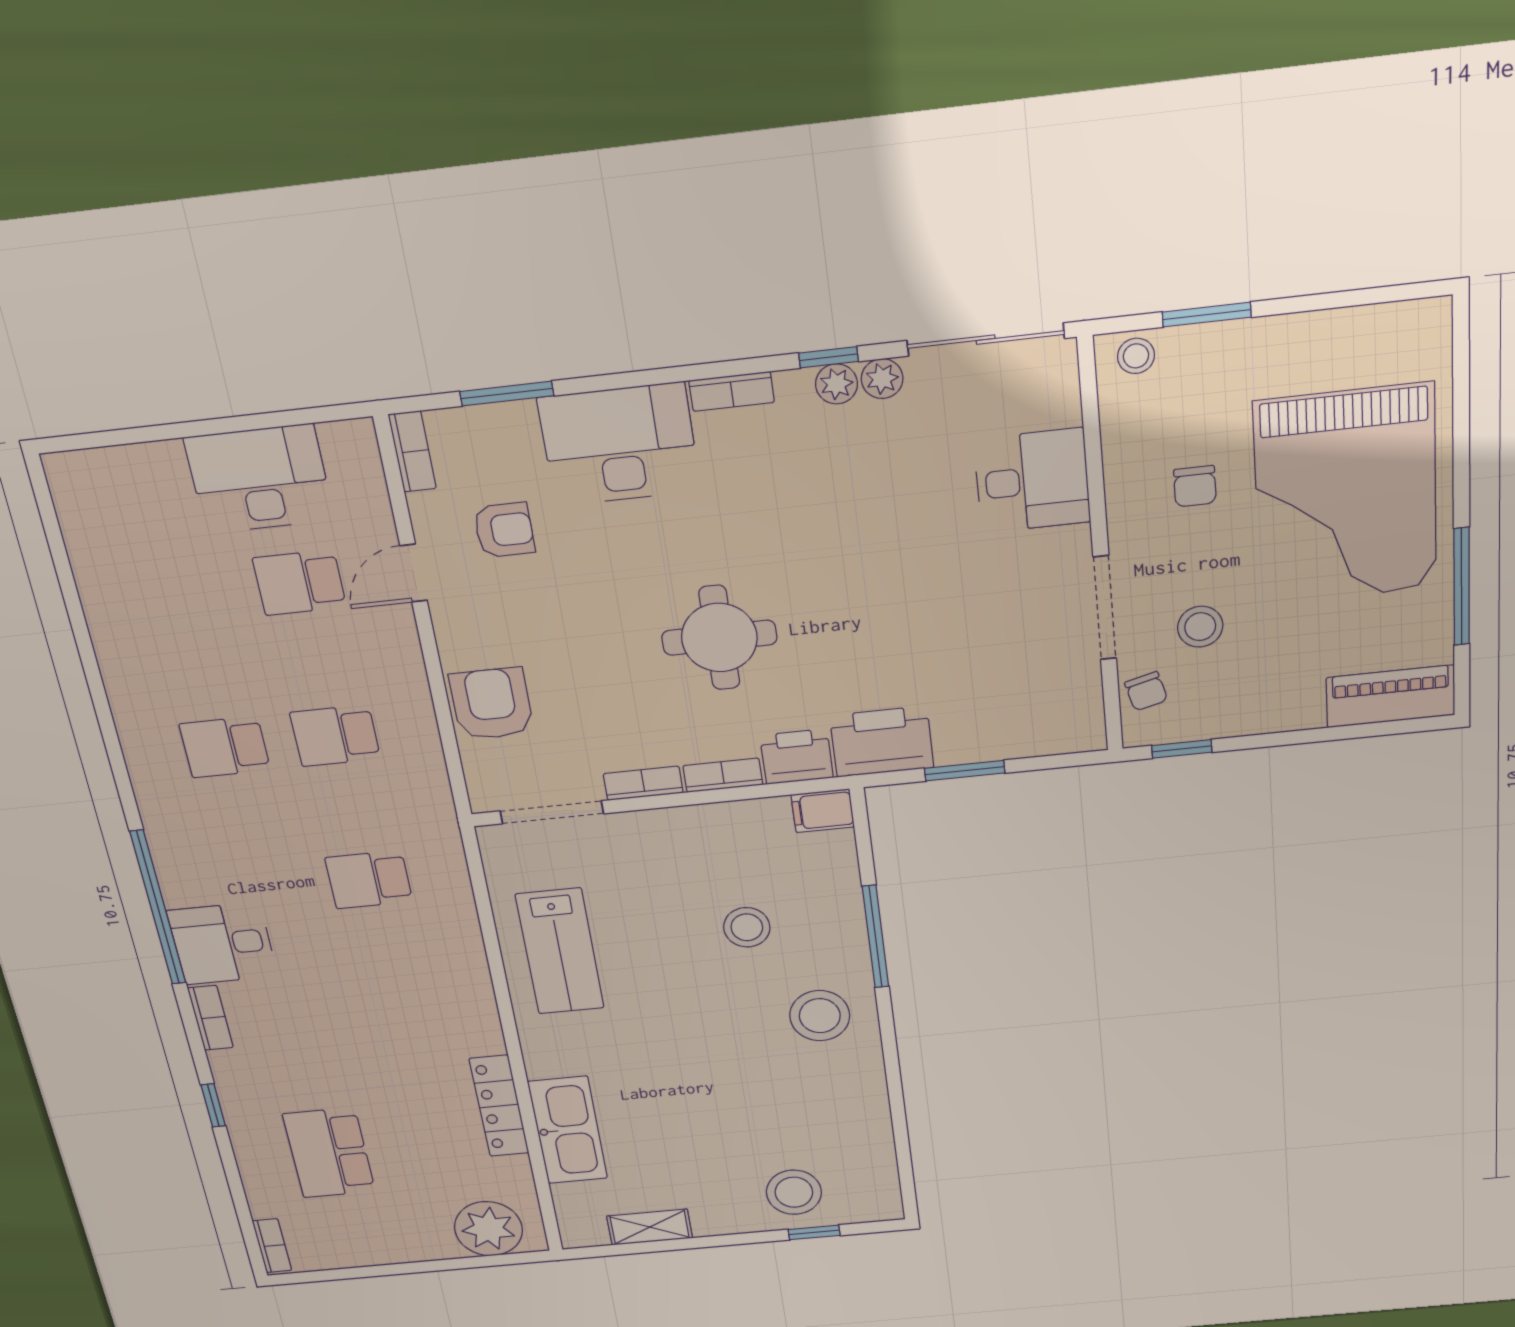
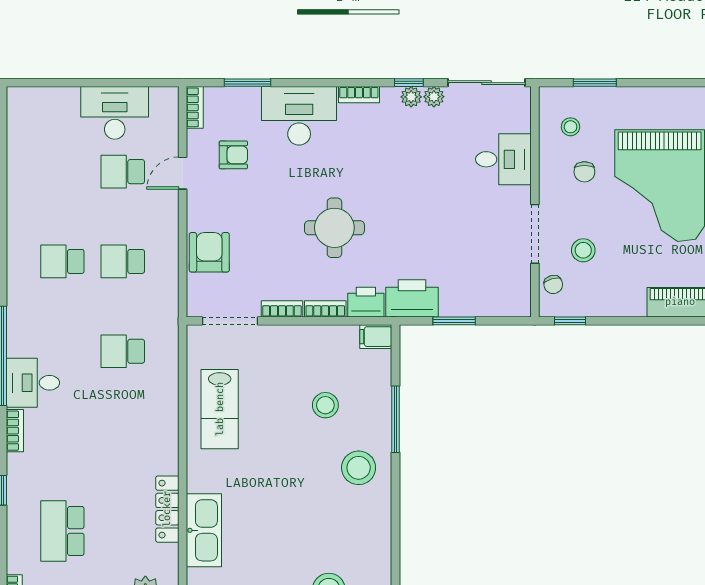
stool: (1136, 356) -> (571, 127), moved

